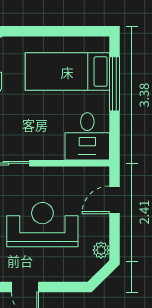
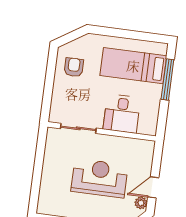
desk: (87, 136) -> (122, 114), moved
door: (114, 200) -> (153, 187), moved

